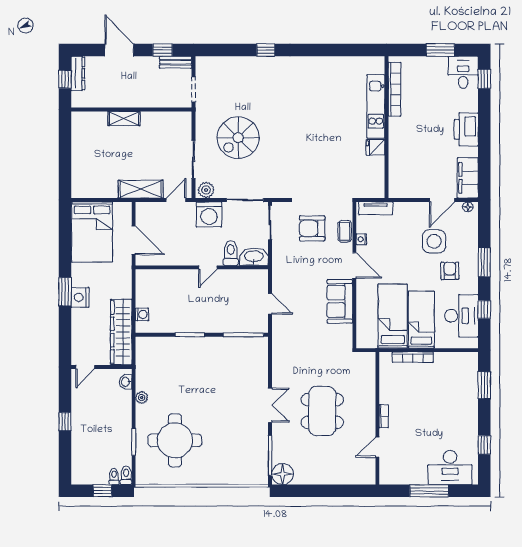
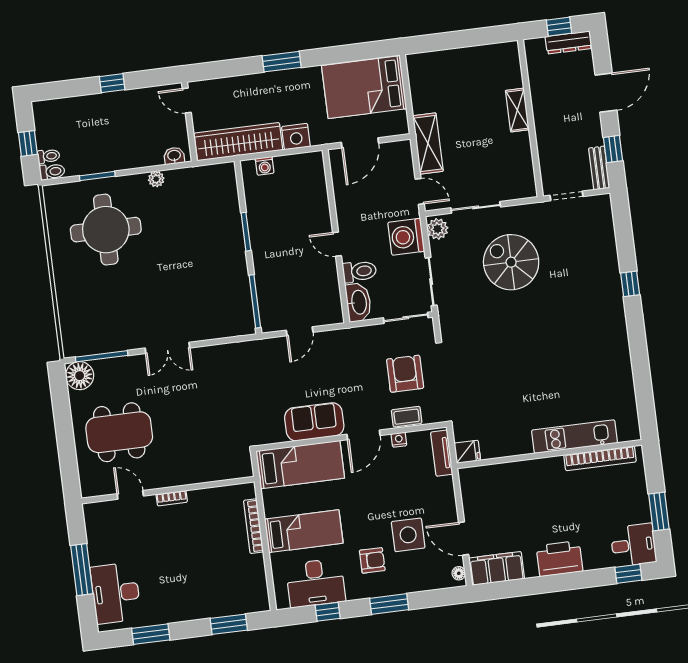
fridge: (375, 147) -> (467, 452), moved, turned 90
nightstand: (80, 297) -> (296, 137), moved, turned 180
bed: (393, 316) -> (300, 465), moved
dining table: (322, 411) -> (119, 432), moved
window: (484, 445) -> (151, 634), width x1.50

